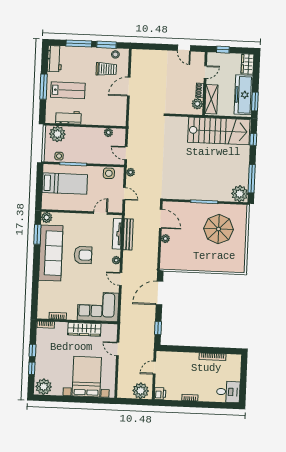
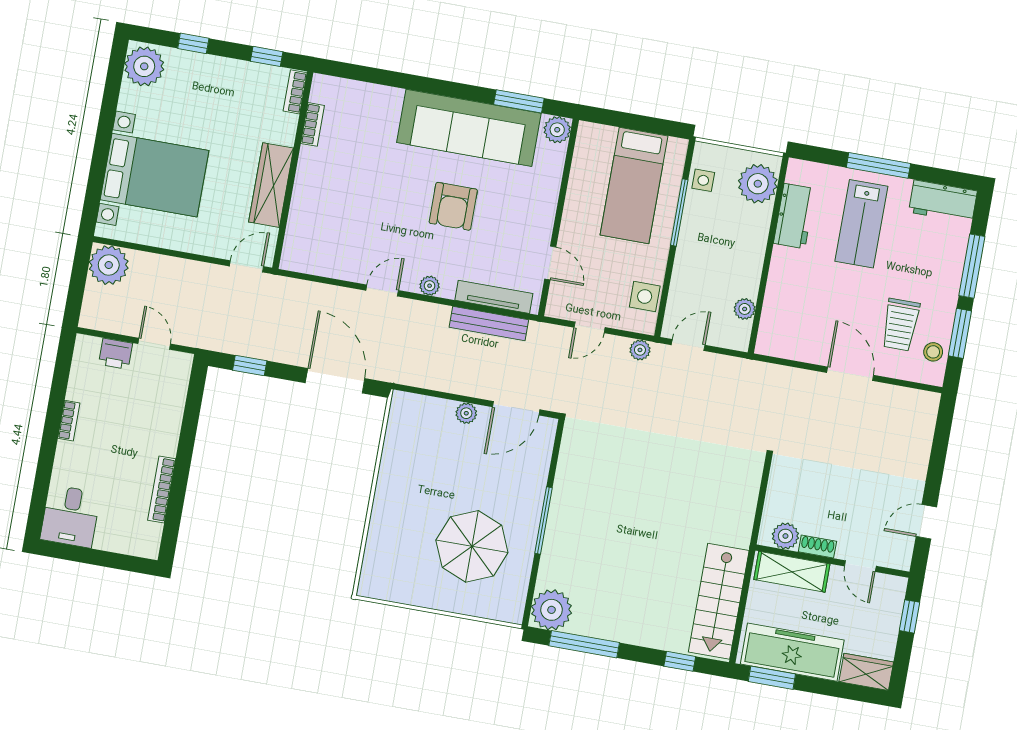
stairs: (219, 131) -> (719, 601), width x0.73, depth x0.66
corner sofa: (98, 307) -> (322, 226), removed
door: (118, 349) -> (246, 266), moved
window: (32, 350) -> (267, 56), moved
plant: (141, 391) -> (109, 265), moved
printer: (160, 394) -> (116, 354), moved

